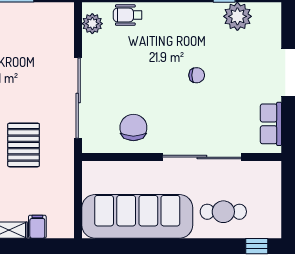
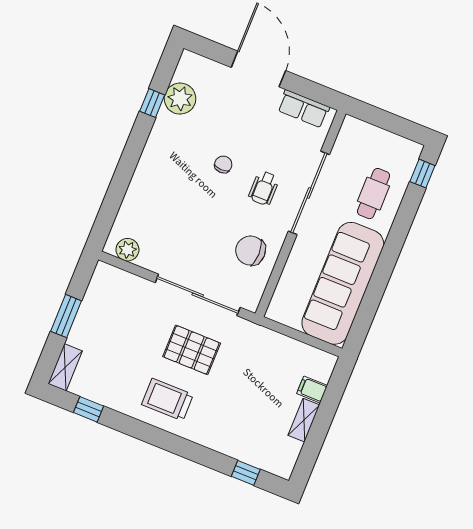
wheelchair: (128, 15) -> (264, 188), moved
pallet: (24, 145) -> (192, 350), moved

